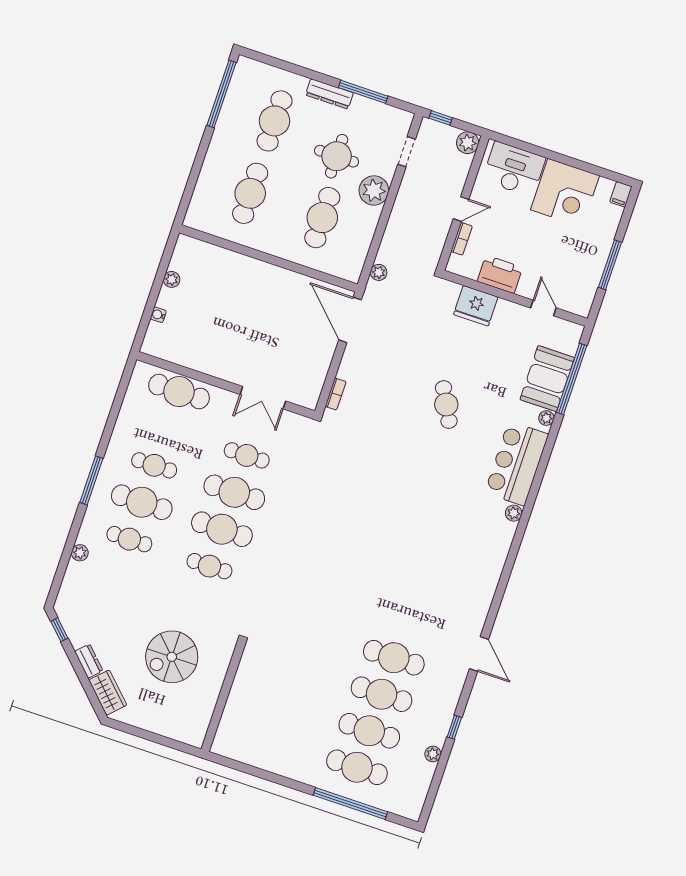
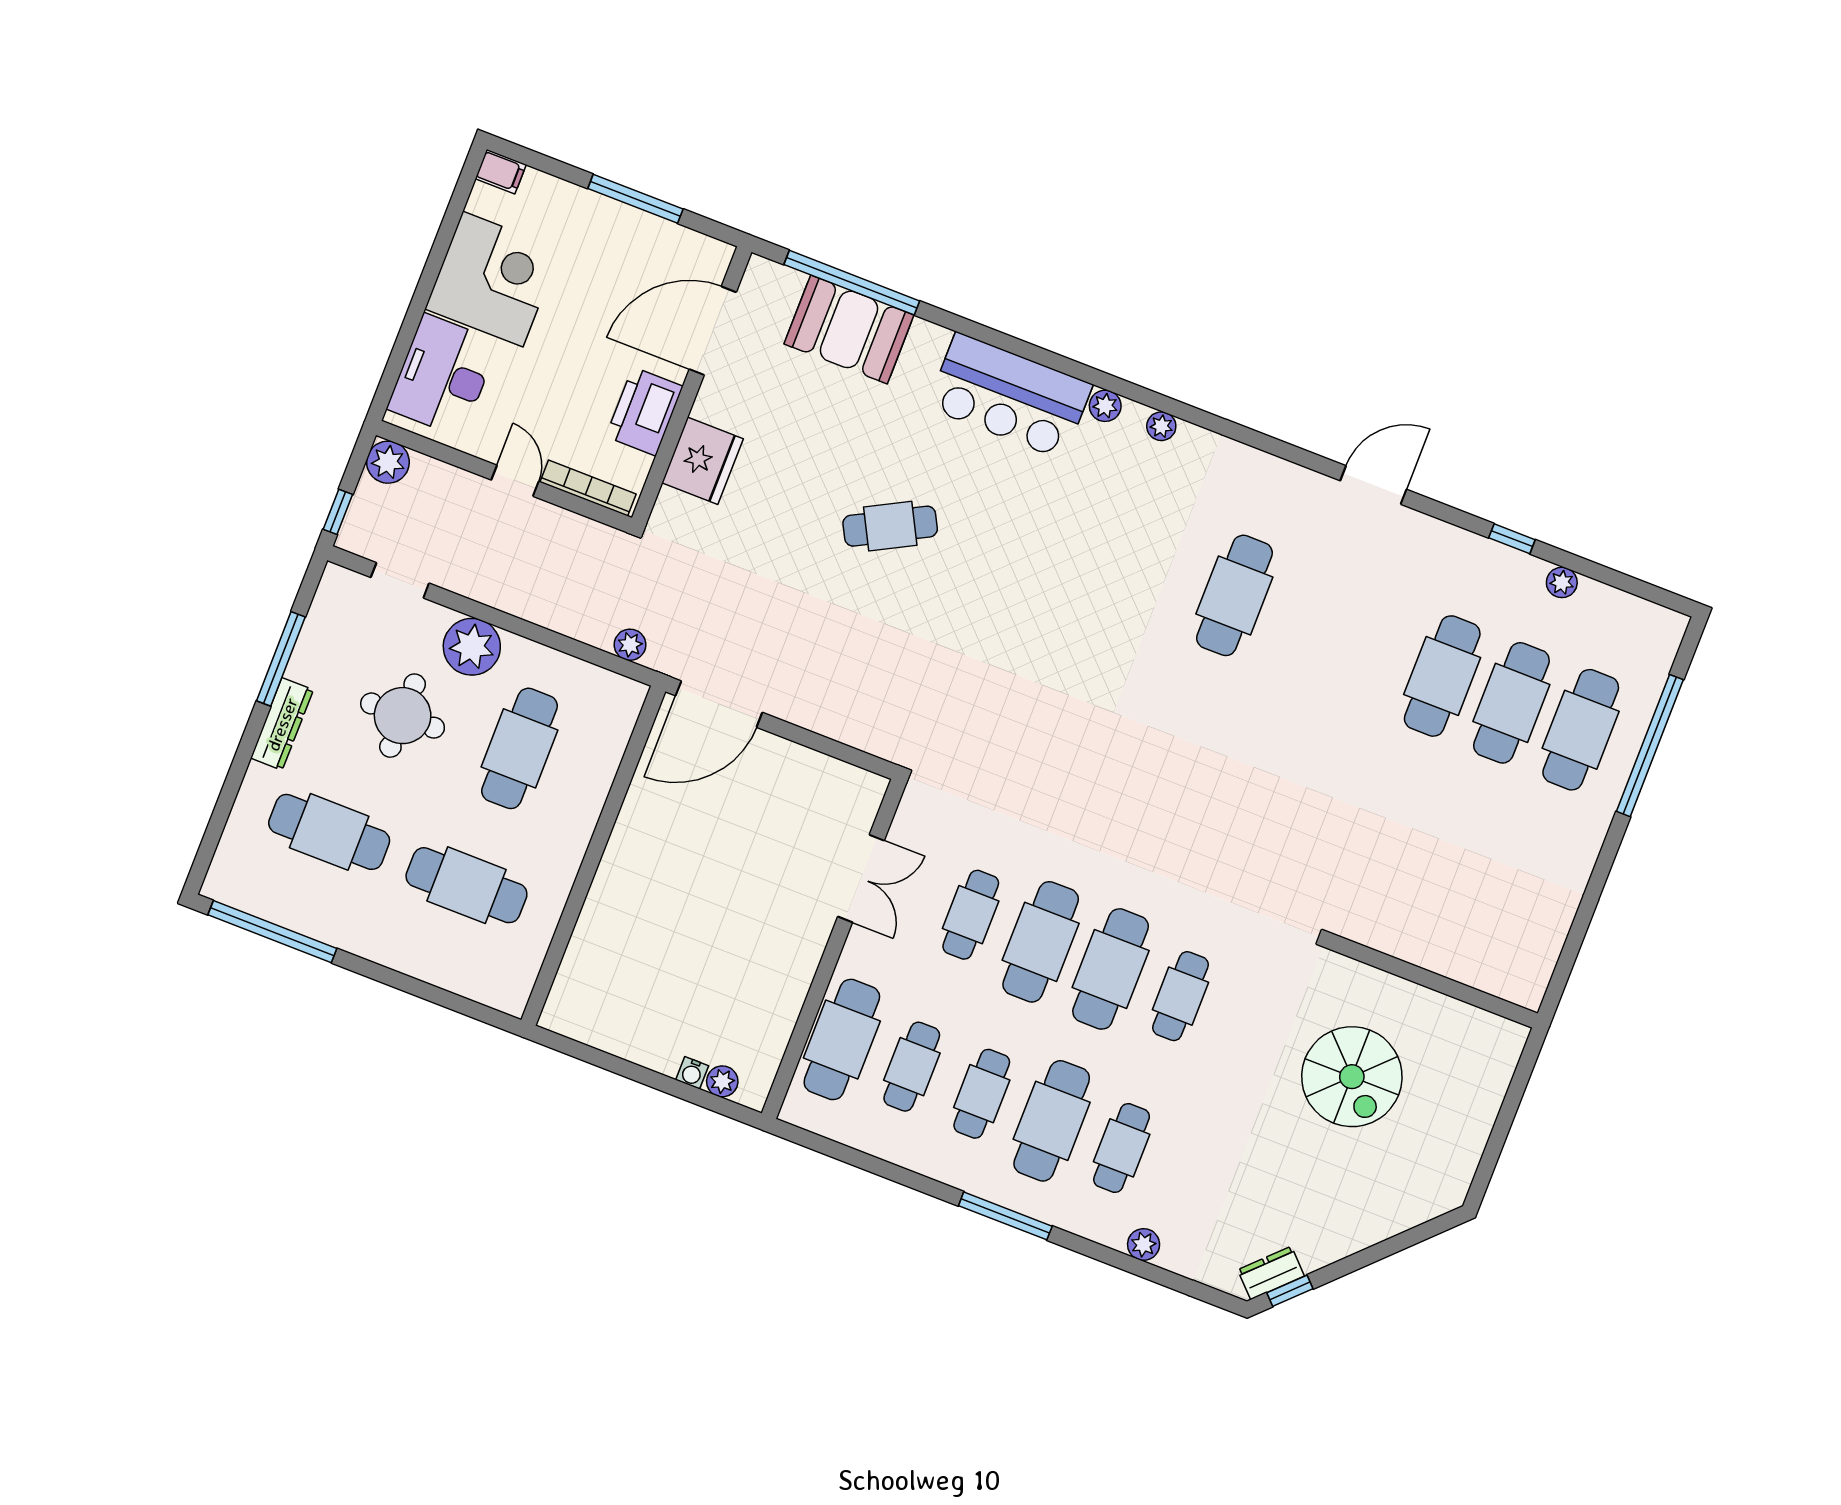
cafe table: (322, 218) -> (520, 748), turned 90
bookcase: (462, 239) -> (588, 488), width x1.56
plant: (172, 279) -> (722, 1081), moved
door: (543, 308) -> (713, 331), width x1.88
bookcase: (336, 394) -> (860, 738), removed
plant: (546, 418) -> (1161, 426), moved
cafe table: (167, 428) -> (912, 1067), added
cafe table: (394, 658) -> (1234, 595), moved
dresser: (89, 661) -> (1271, 1273), moved
wardrobe: (108, 693) -> (1415, 1203), removed

